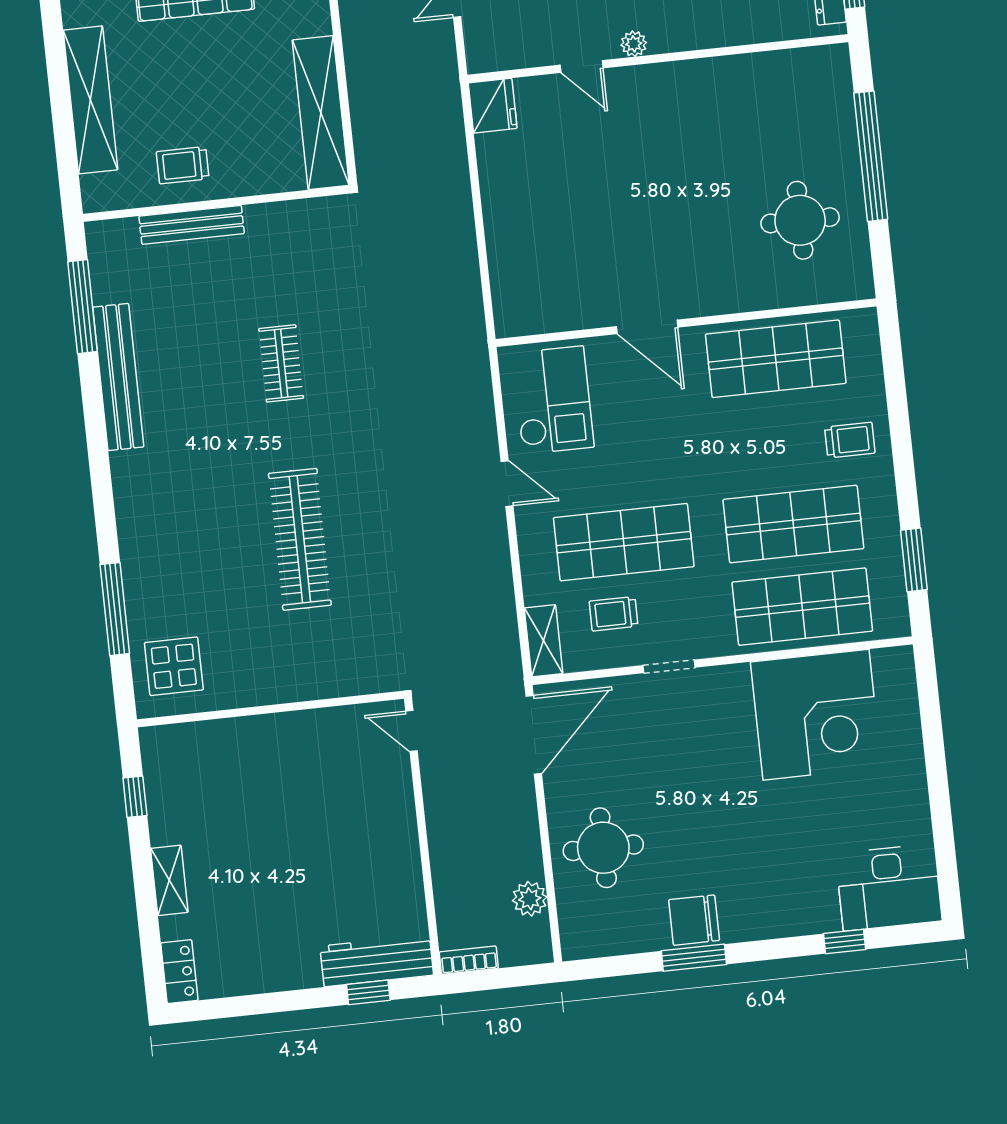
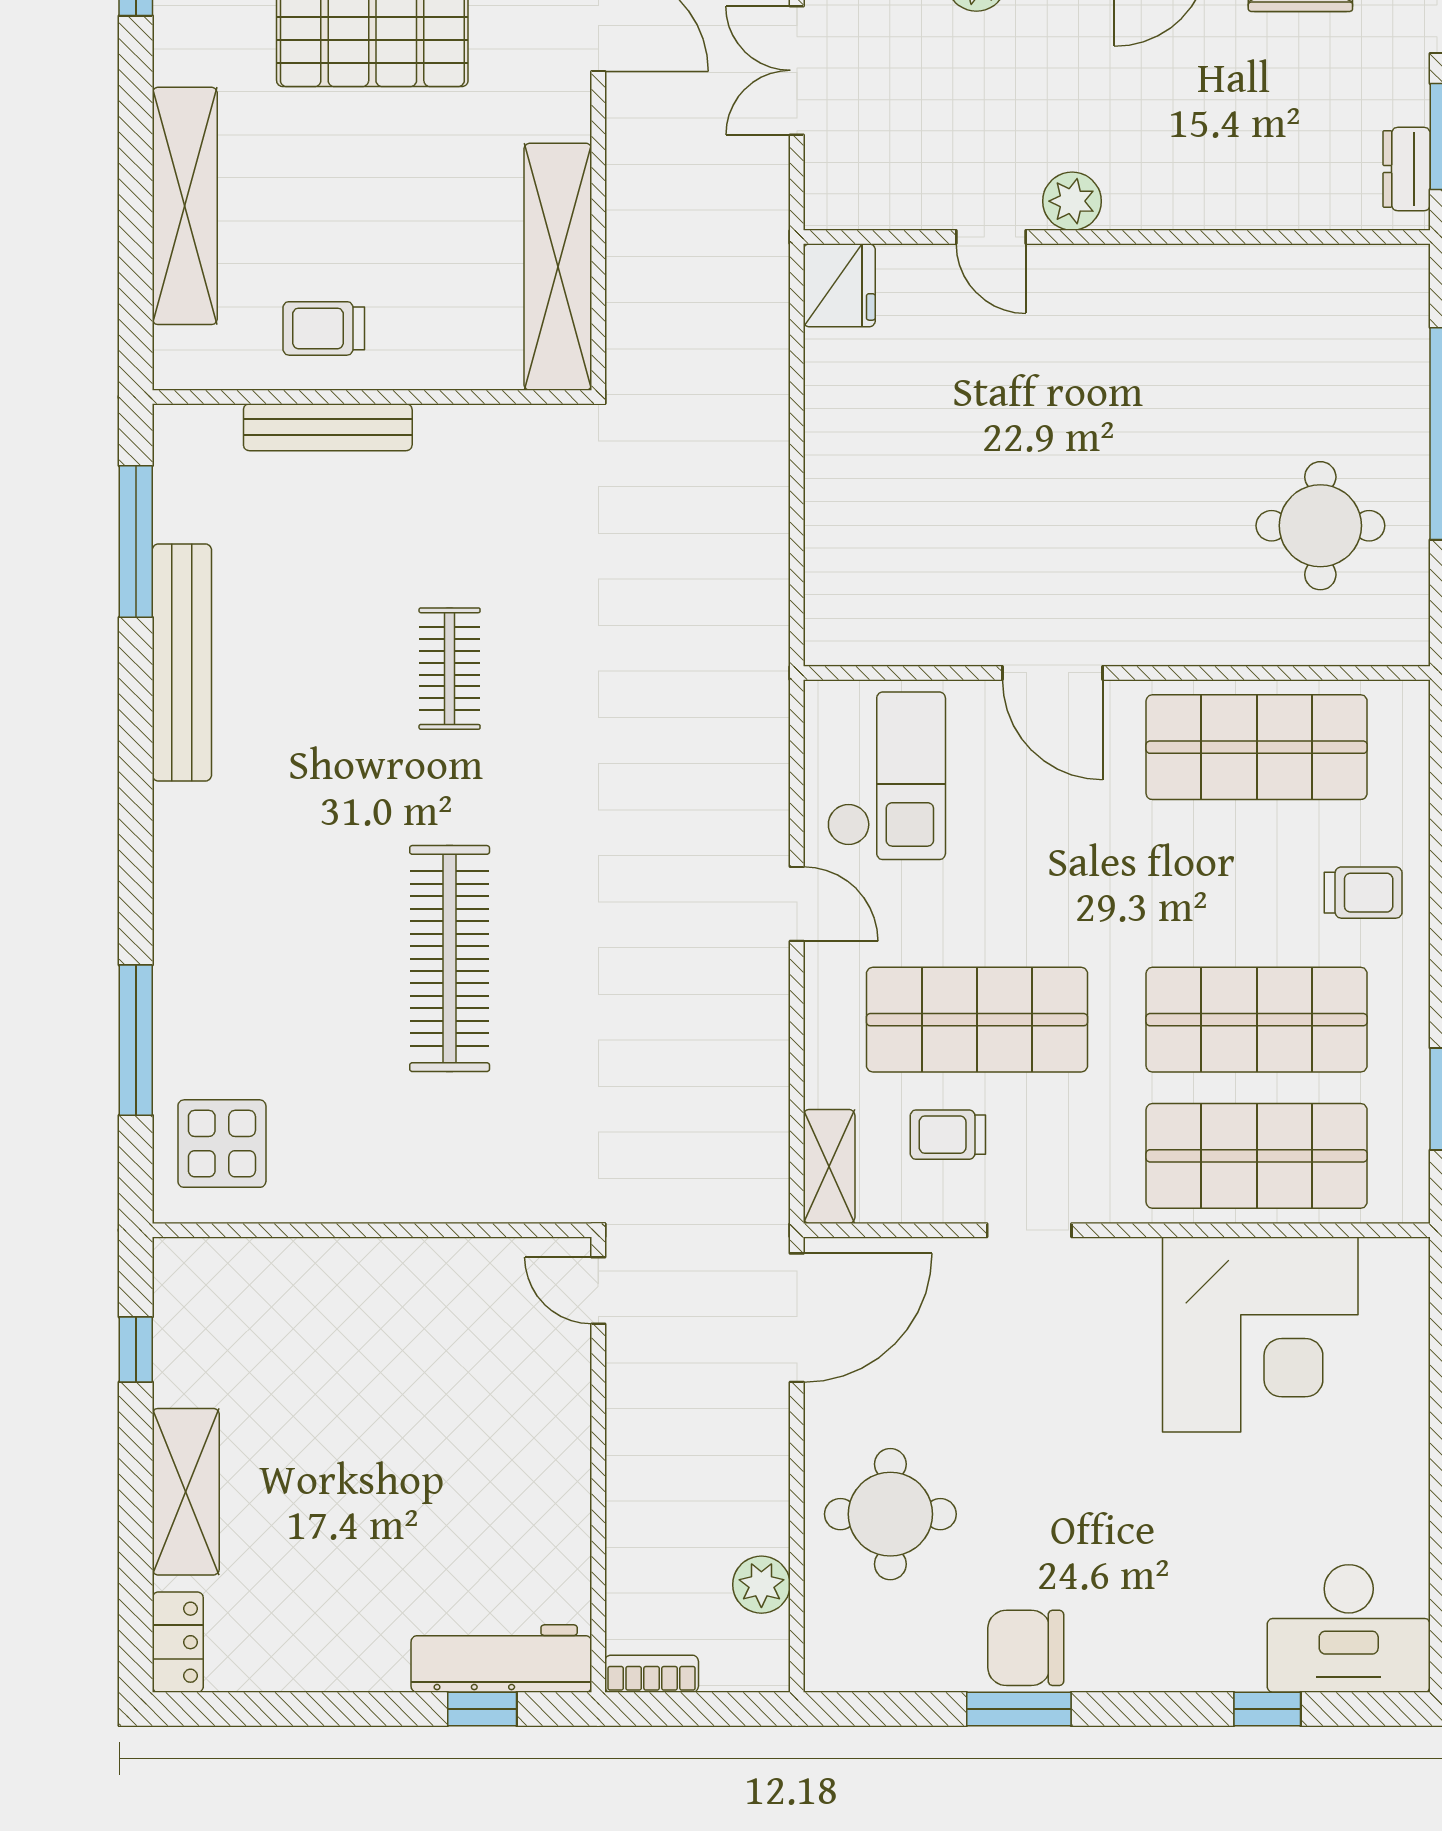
plant: (634, 44) -> (1072, 201), width x1.38, depth x1.38
shelving: (169, 880) -> (186, 1492), width x1.50, depth x1.33

